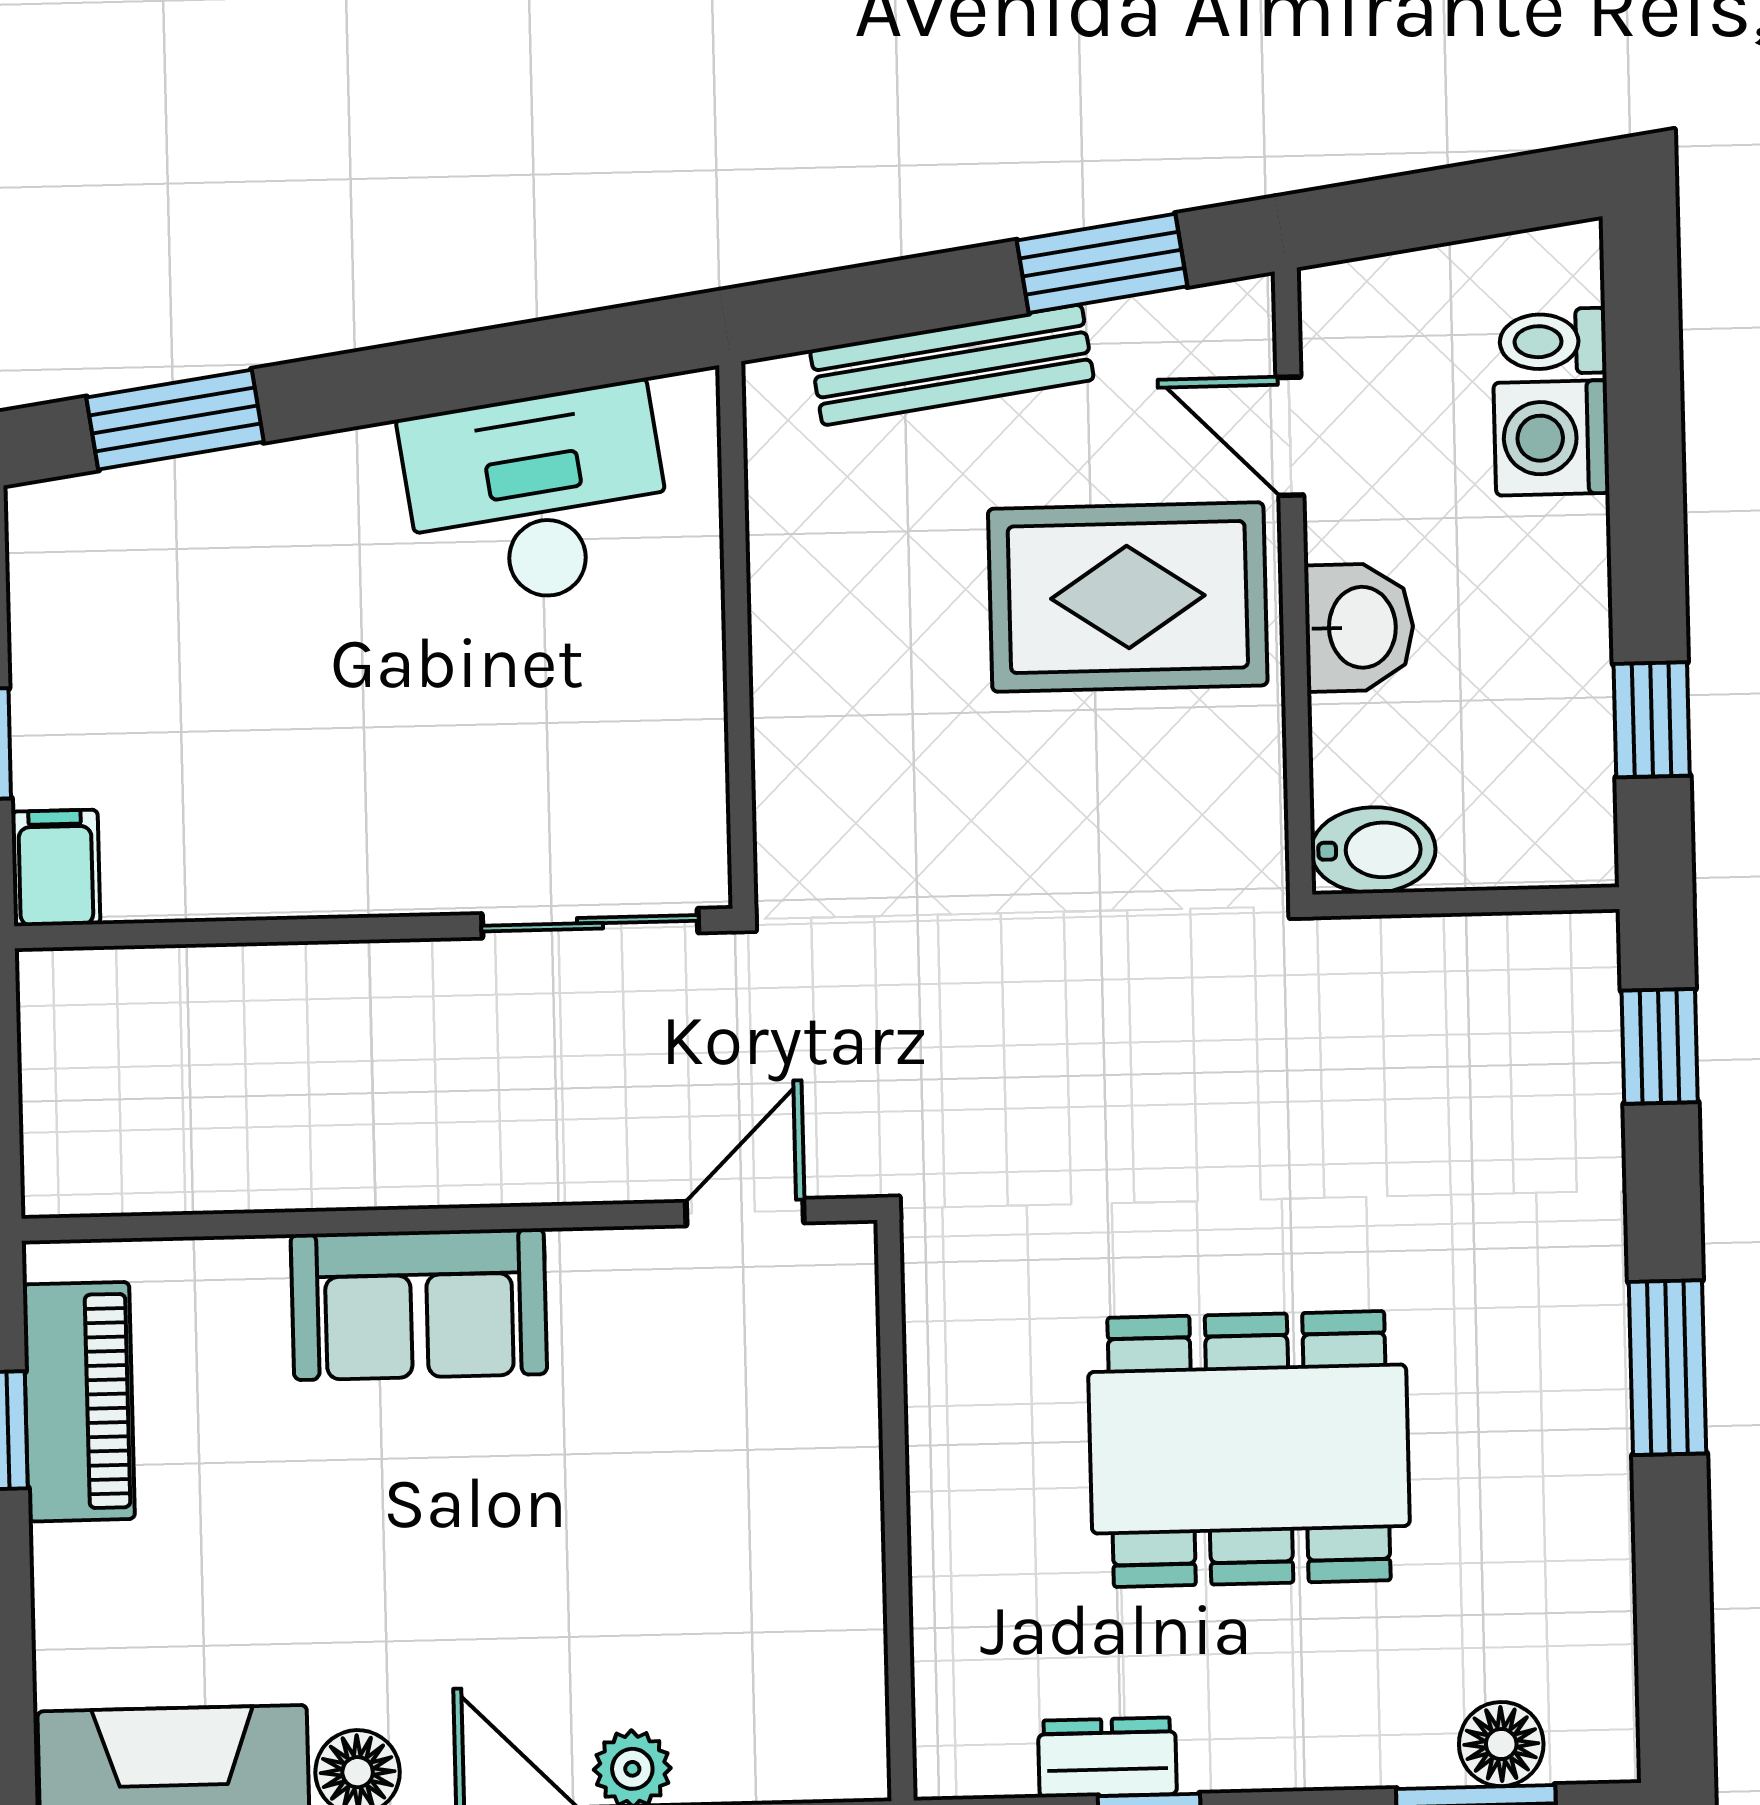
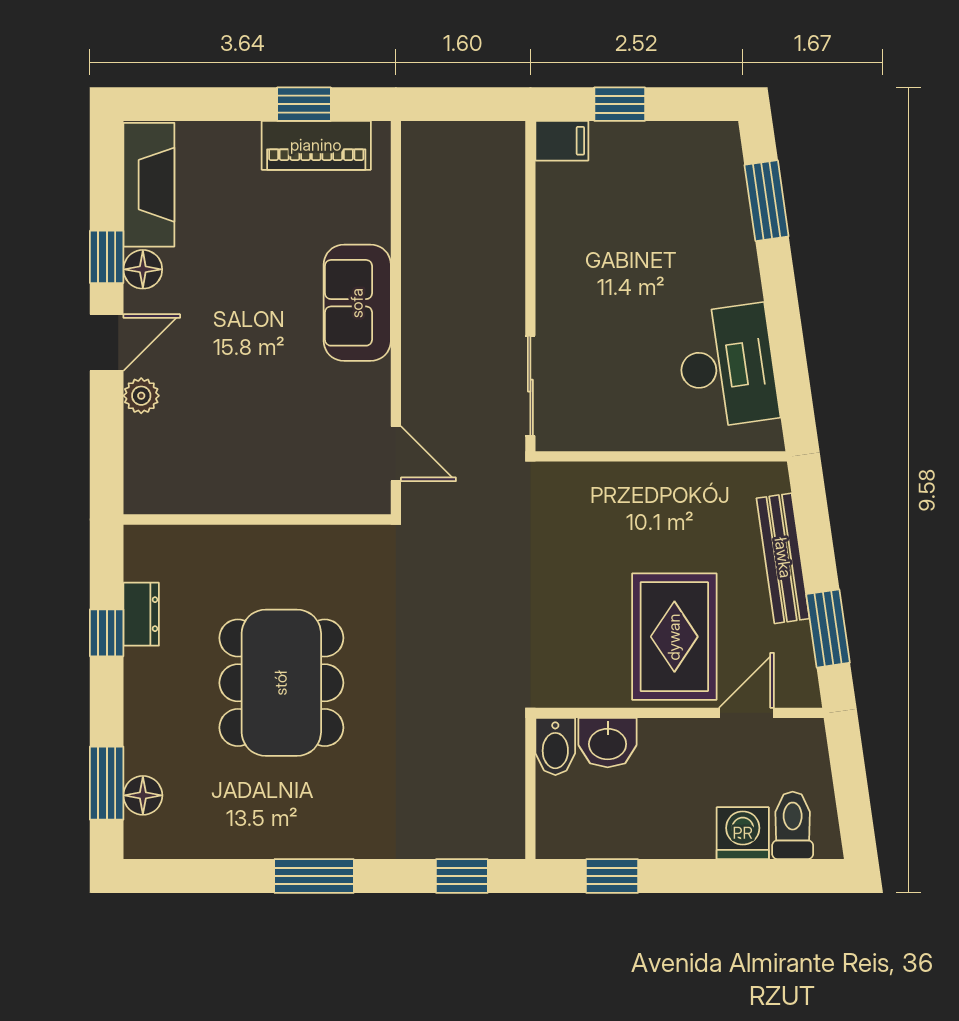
toilet: (1553, 341) -> (793, 825), width x1.37, depth x1.39
washbasin: (1359, 627) -> (608, 743), moved

